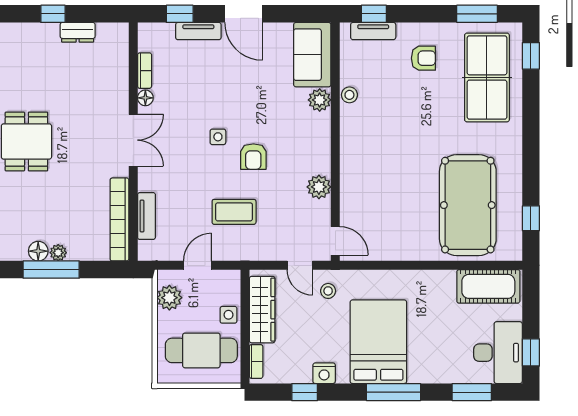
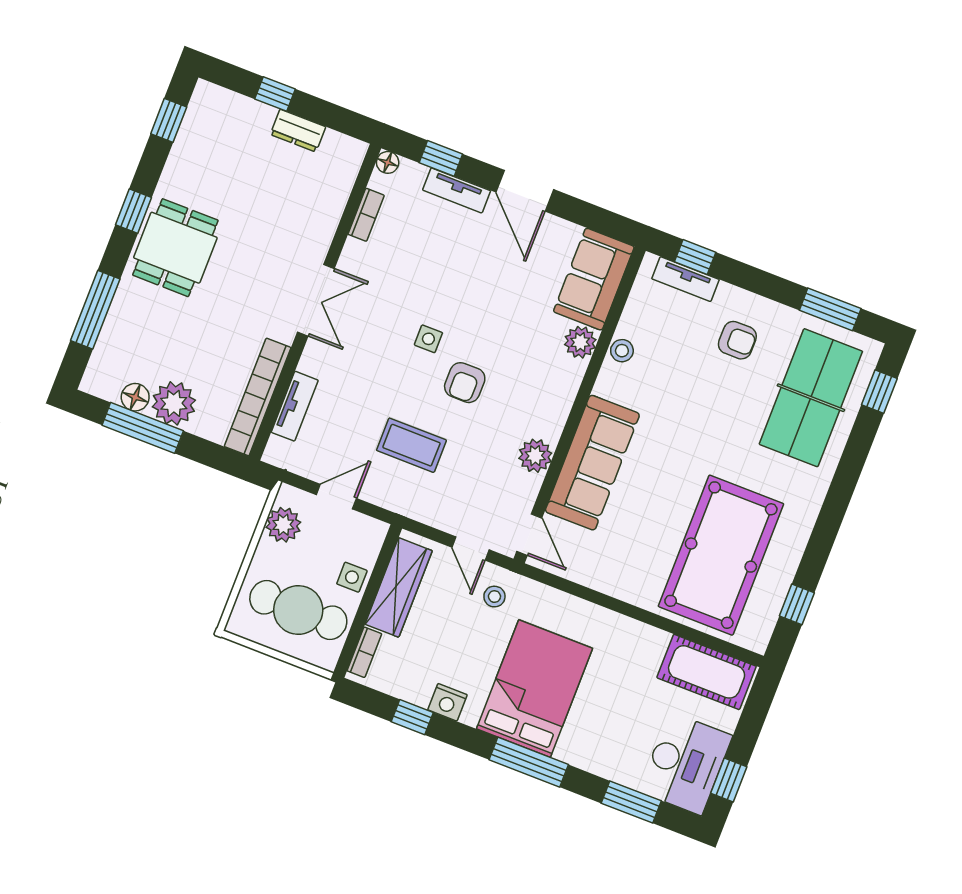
floor lamp: (145, 98) -> (388, 162), moved
sofa: (359, 177) -> (592, 463), added
plant: (58, 253) -> (174, 403), width x1.87, depth x1.87

